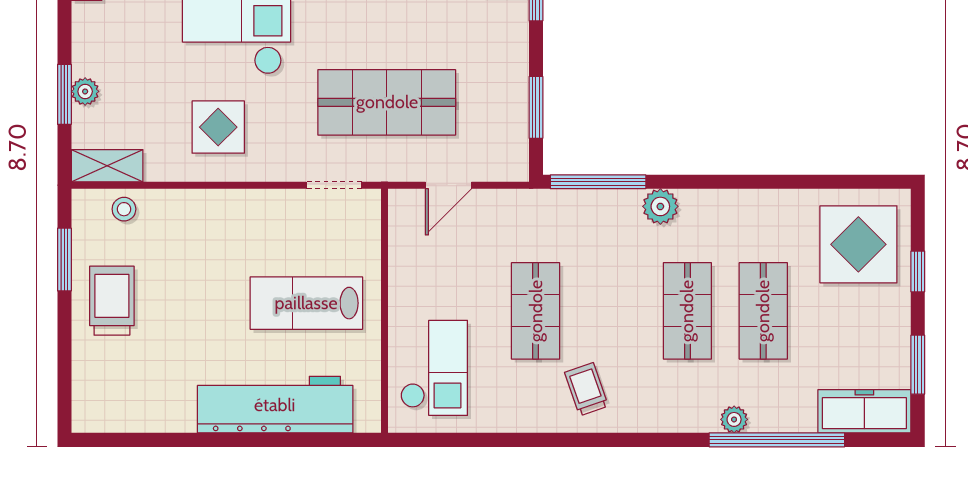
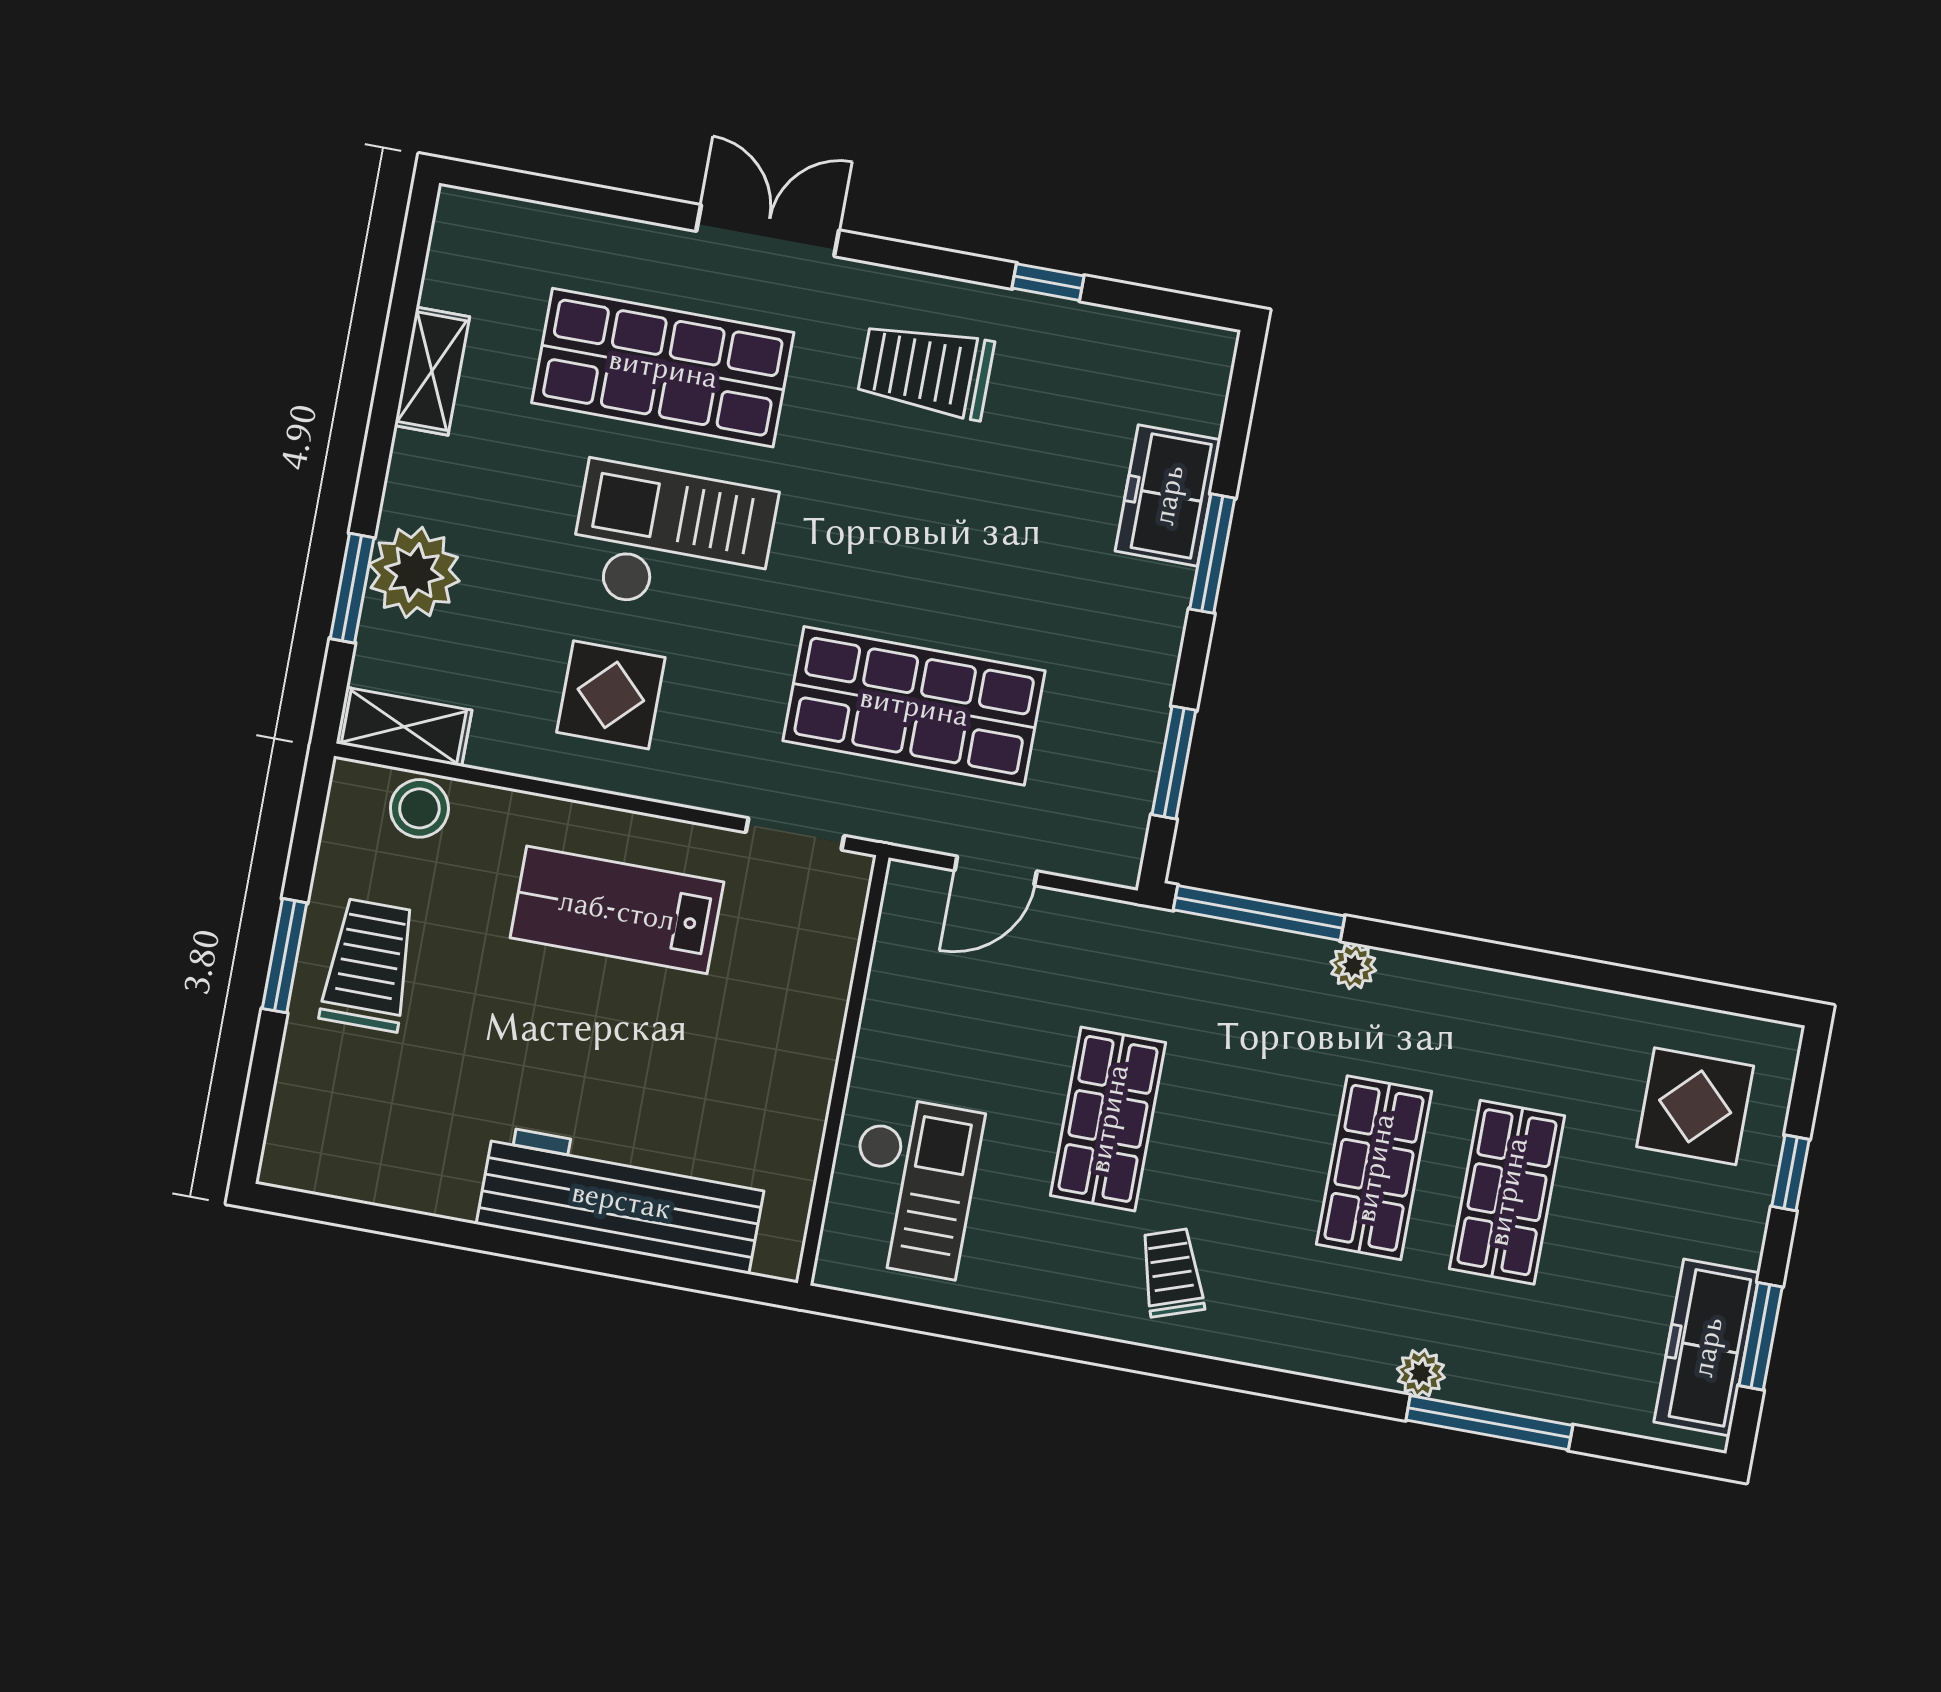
plant: (85, 91) -> (414, 572), width x1.87, depth x1.87
plant: (660, 206) -> (1353, 966), width x0.73, depth x0.73
stool: (124, 209) -> (419, 808), width x1.37, depth x1.37
display table: (858, 244) -> (1695, 1106), width x0.73, depth x0.73
window: (64, 260) -> (285, 956), moved
lab bench: (306, 303) -> (617, 910), moved
freezer: (864, 411) -> (1707, 1347), moved, turned -90
window: (777, 440) -> (1489, 1423), width x0.68

